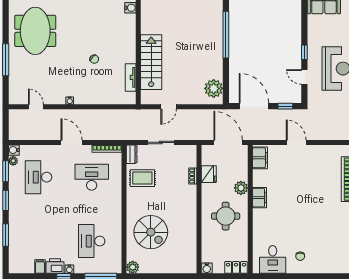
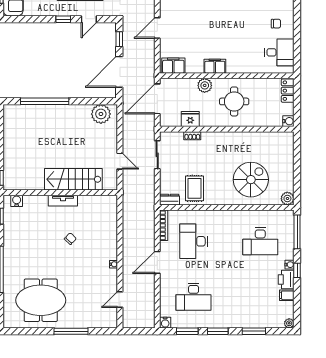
tv unit: (131, 77) -> (63, 201), moved
sliding door: (161, 142) -> (157, 155), moved
plant: (13, 161) -> (289, 323), moved

